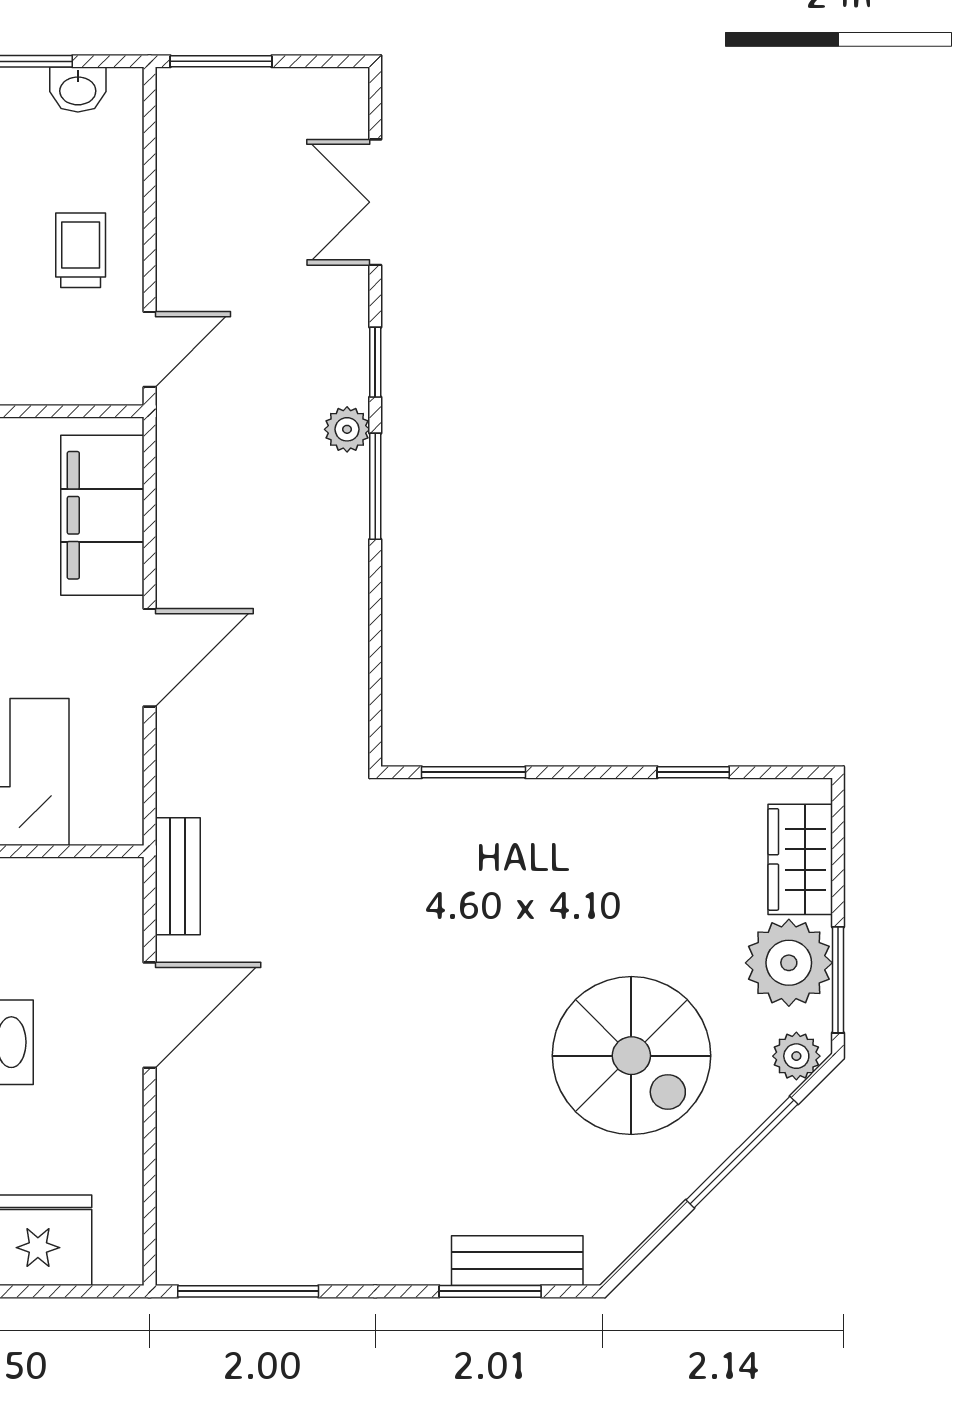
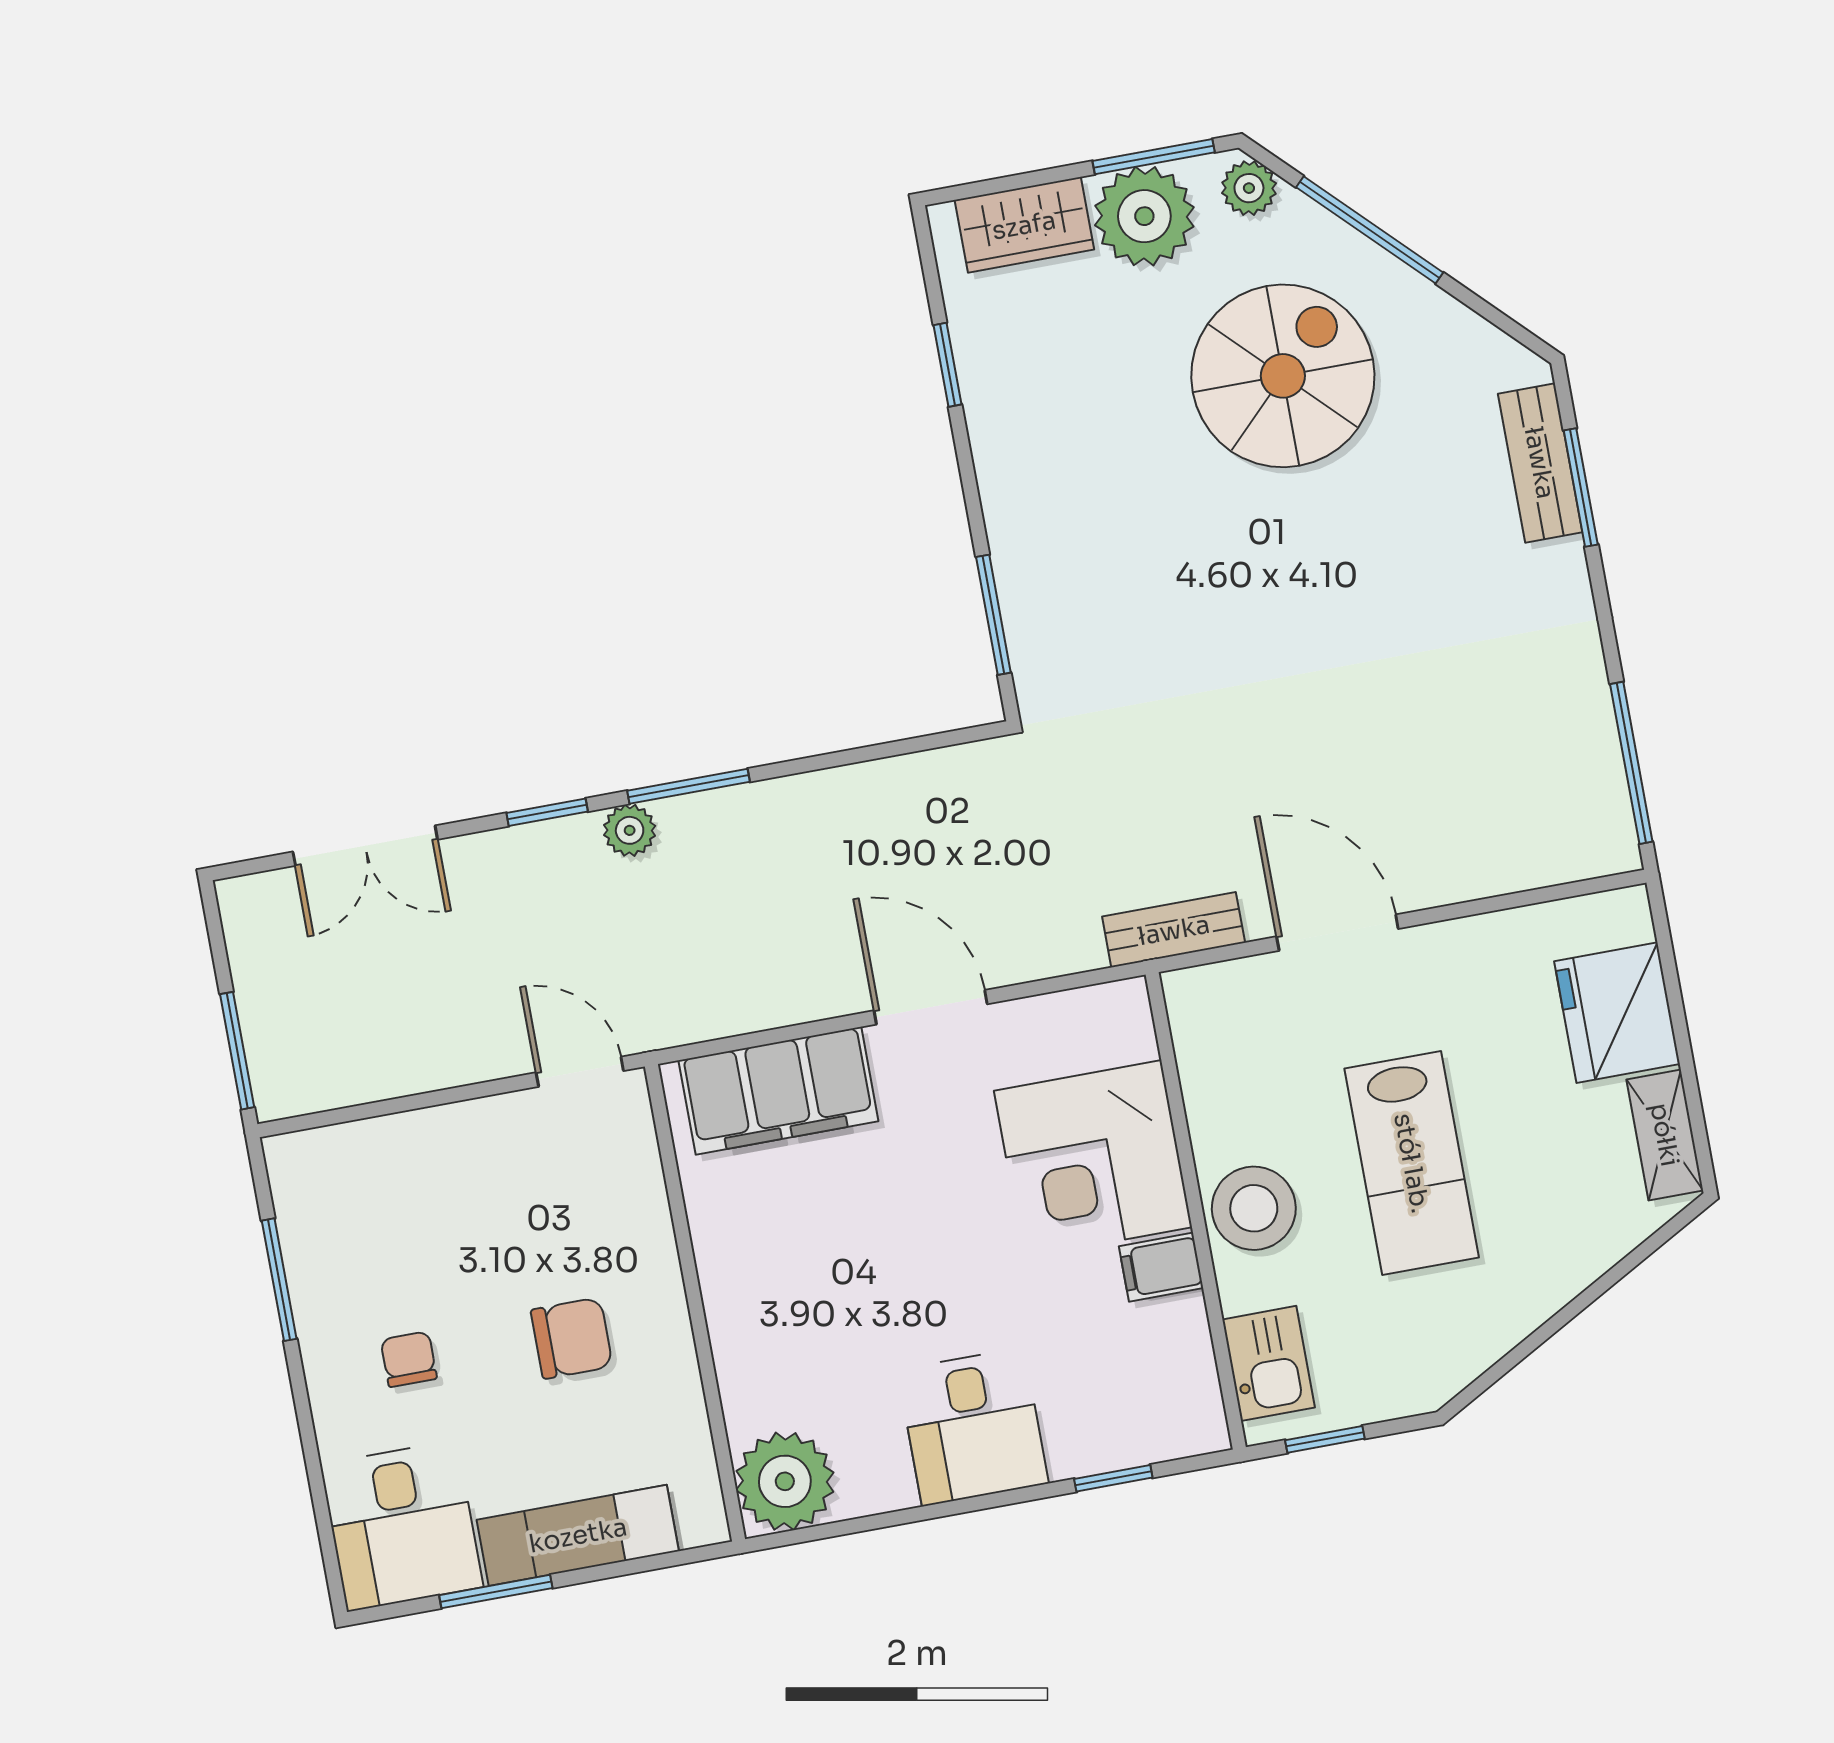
washbasin: (78, 90) -> (299, 1208), removed
trolley: (81, 250) -> (481, 1171), removed

